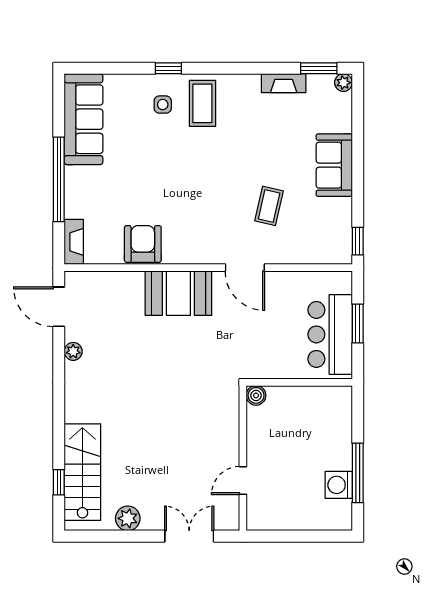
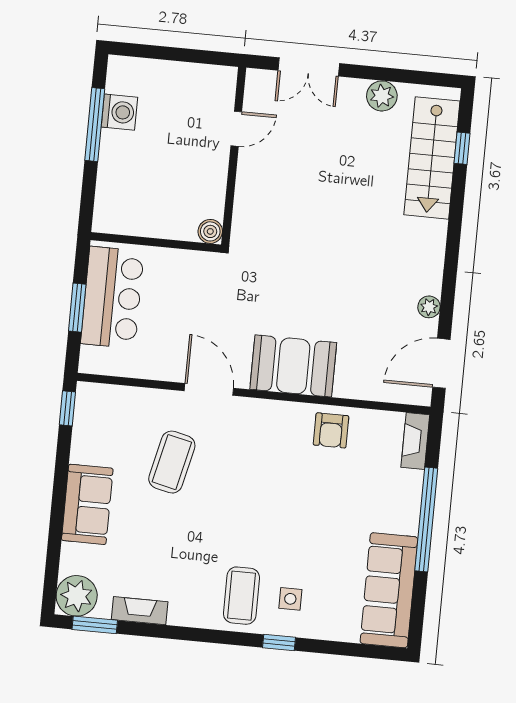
plant: (343, 83) -> (77, 596), width x1.87, depth x1.87
coffee table: (269, 206) -> (172, 462), width x1.36, depth x1.30
armchair: (143, 244) -> (331, 430), width x0.72, depth x0.72
door: (59, 307) -> (441, 363), swing flipped

